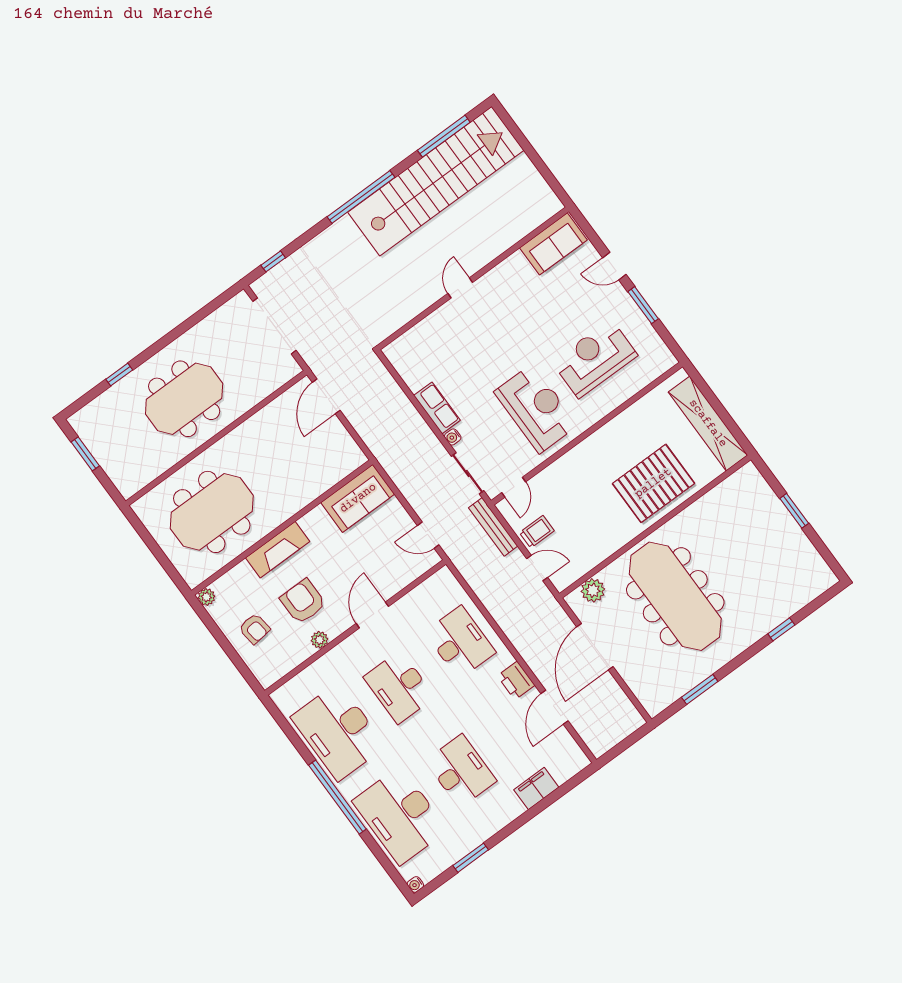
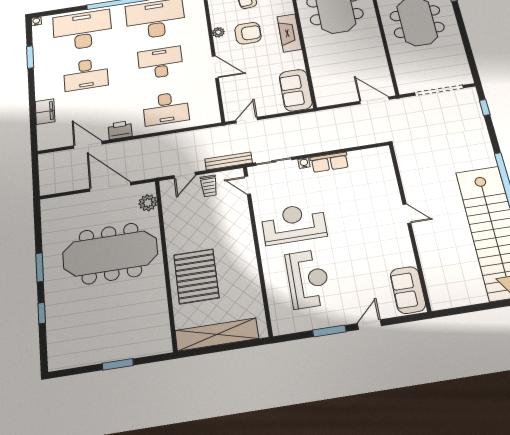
reception desk: (536, 409) -> (294, 224), turned 180
window: (700, 689) -> (40, 267), moved

